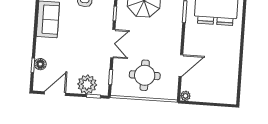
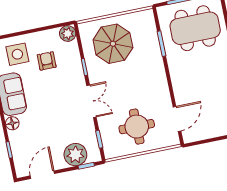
floor lamp: (40, 64) -> (12, 123), moved
door: (181, 65) -> (177, 119), moved
plant: (185, 96) -> (188, 137), removed

